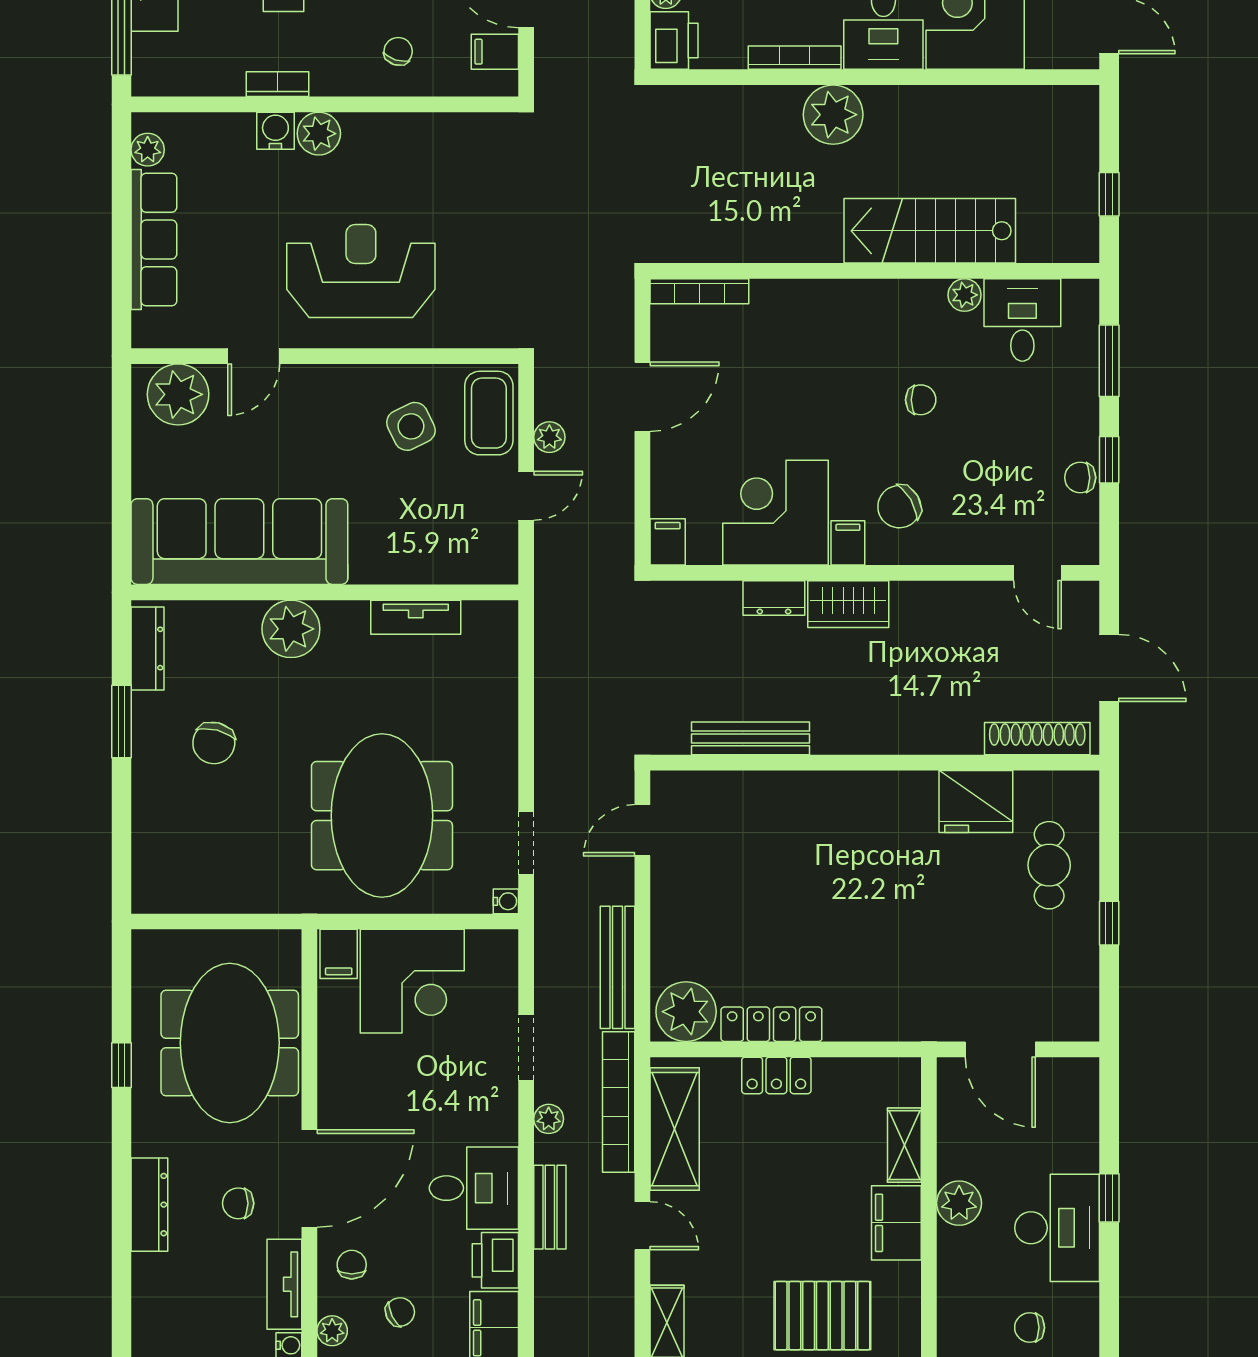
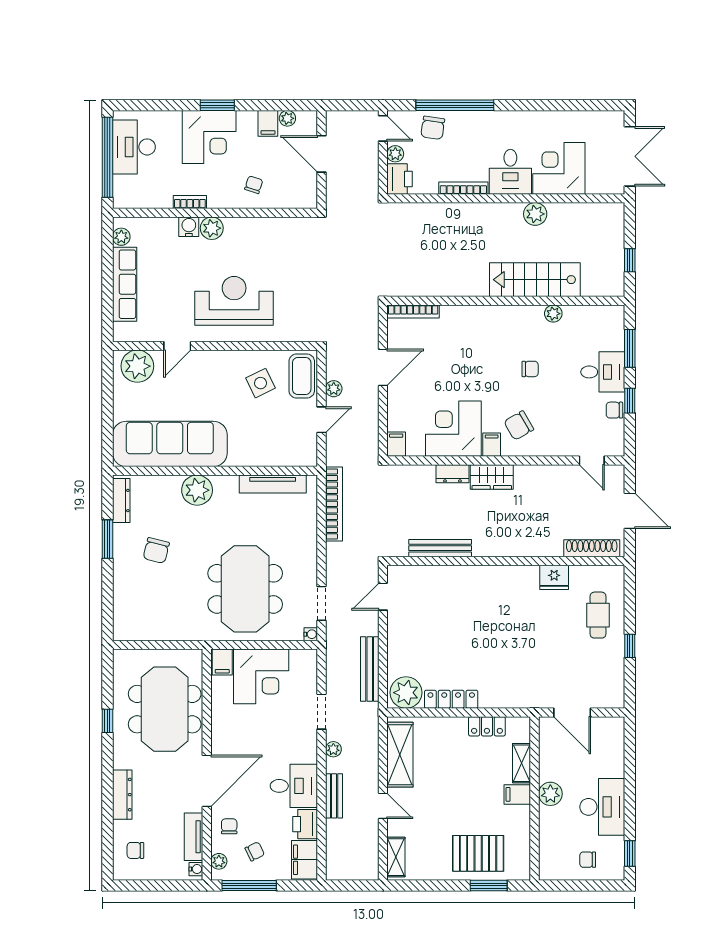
filing cabinet: (495, 52) -> (305, 185), removed
plant: (833, 115) -> (535, 214), moved, width x0.73, depth x0.73
desk: (1022, 320) -> (603, 372), moved, turned 90
tv unit: (416, 617) -> (273, 484), width x1.41
fridge: (976, 802) -> (554, 577), width x0.73, depth x0.75
locker: (776, 1075) -> (487, 726), moved
bookcase: (619, 1102) -> (334, 504), moved, turned 180
window: (1109, 1198) -> (630, 853), moved
chair: (238, 1203) -> (135, 850), moved
filing cabinet: (896, 1223) -> (517, 794), width x0.50

